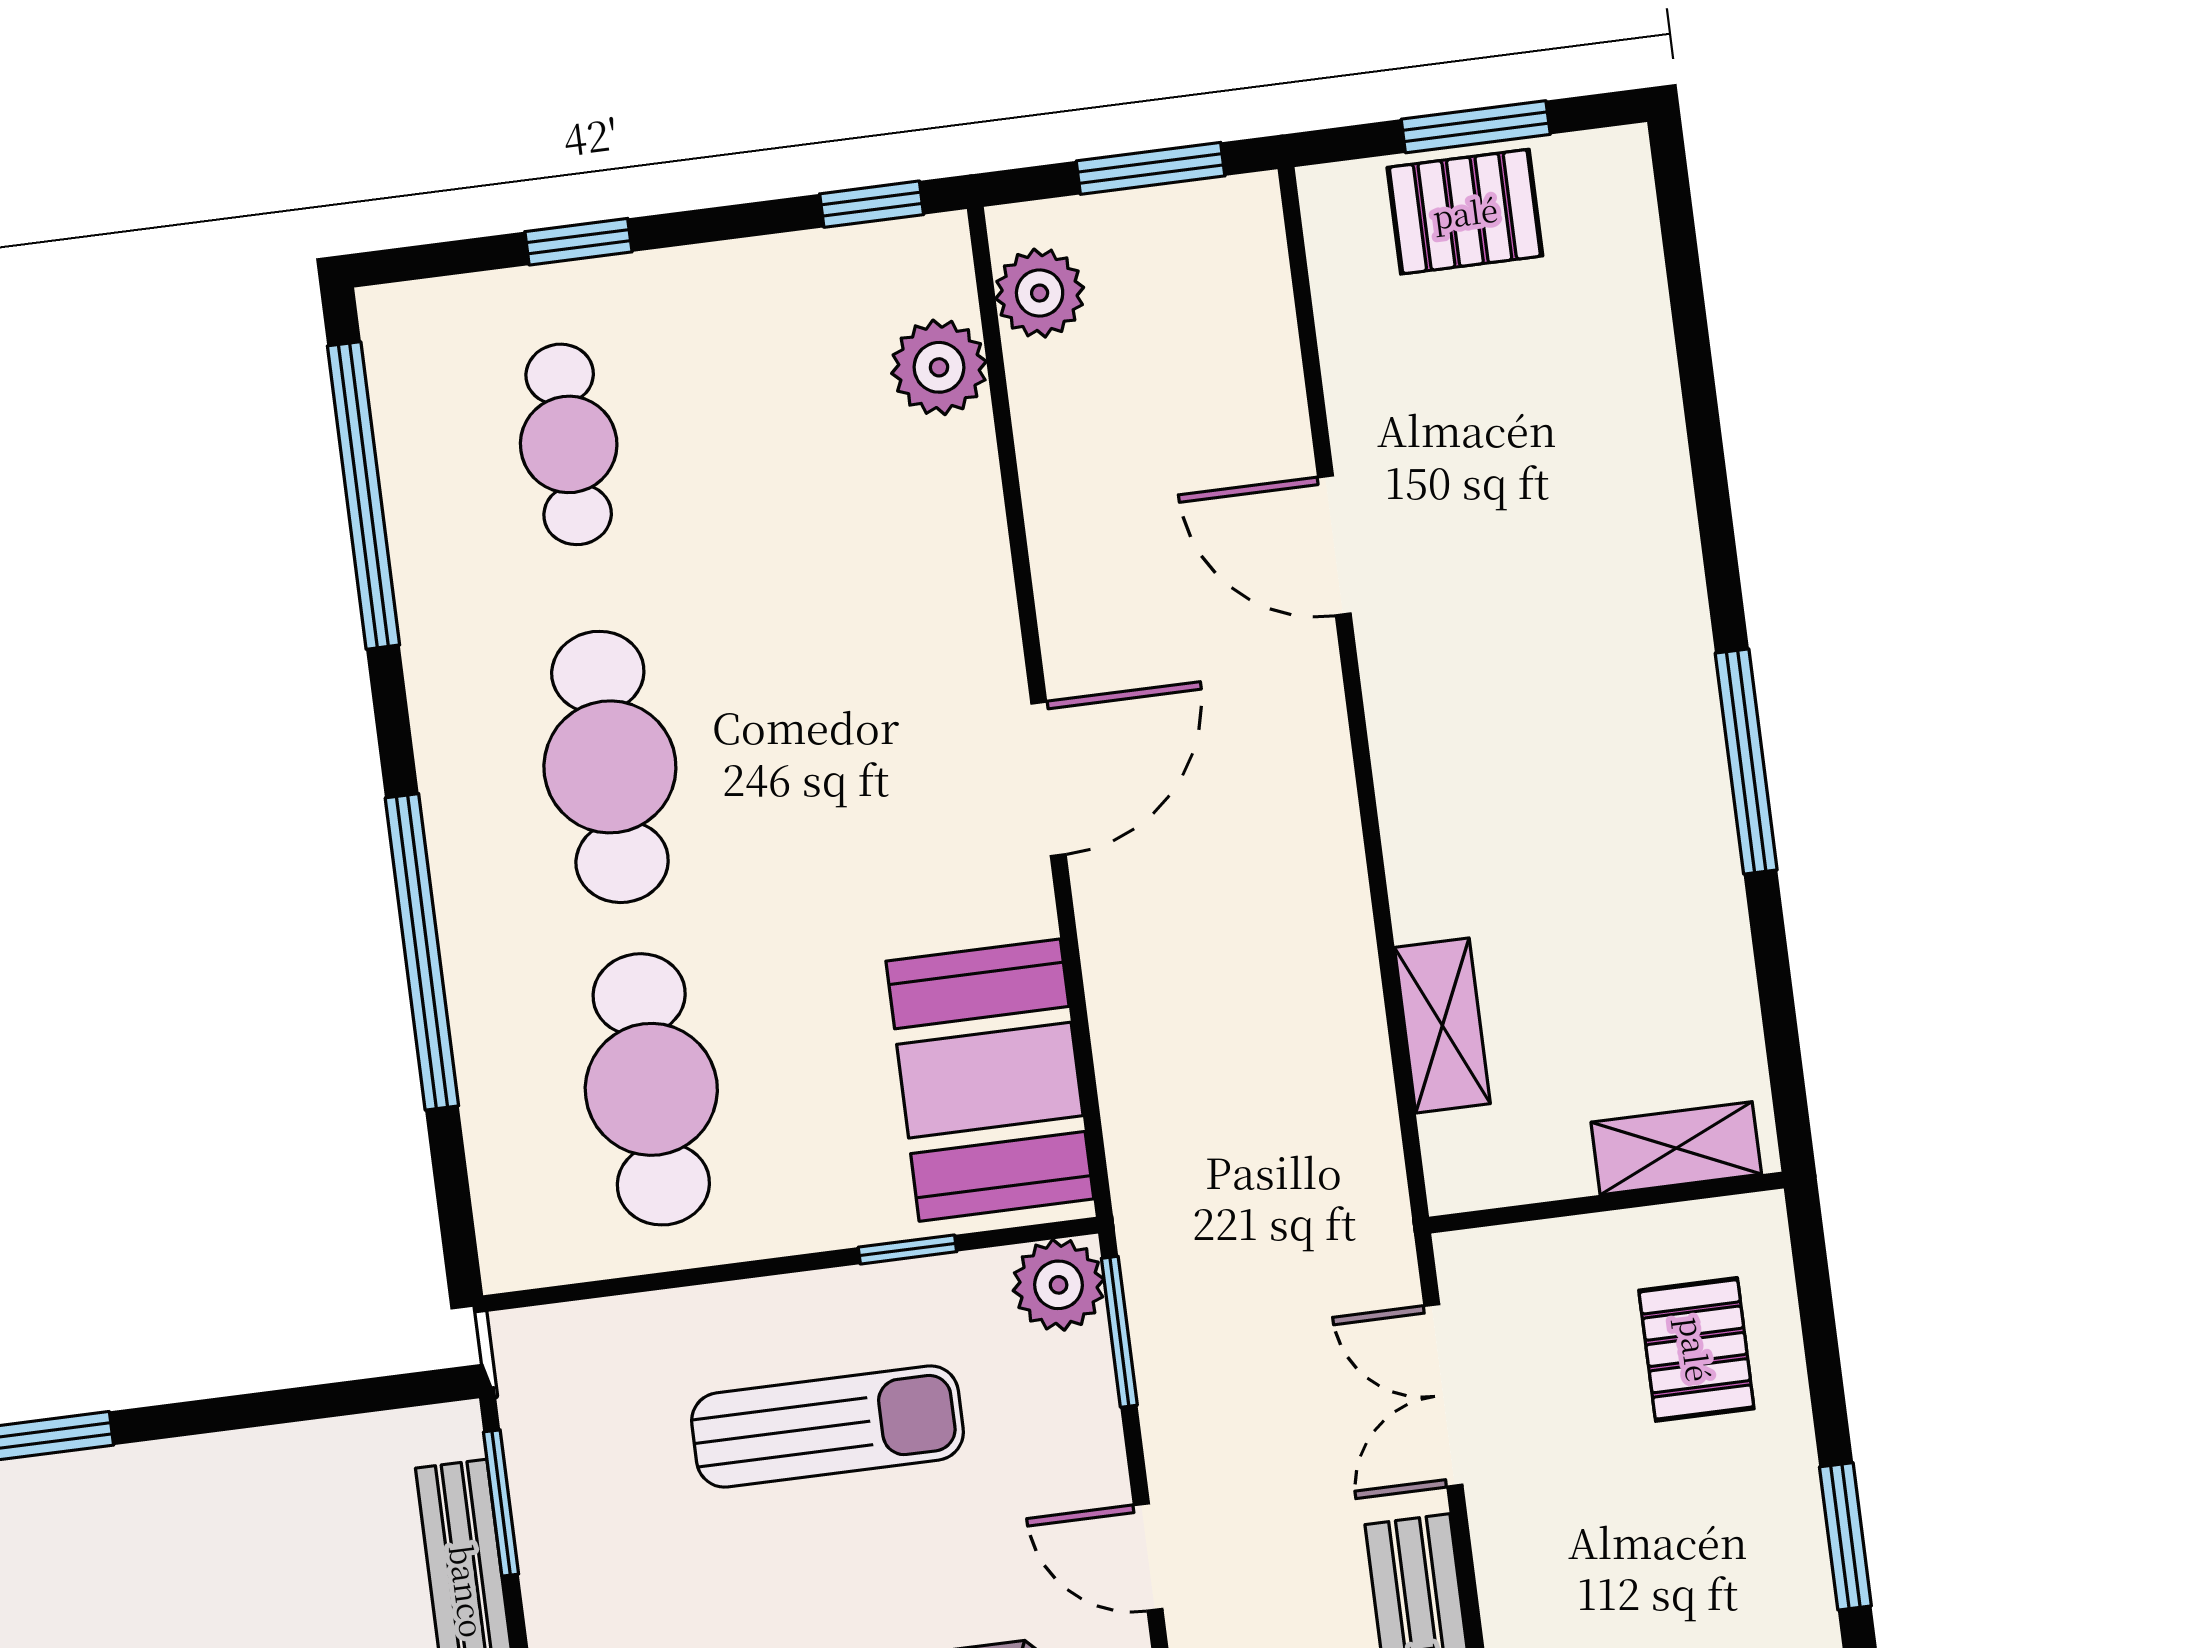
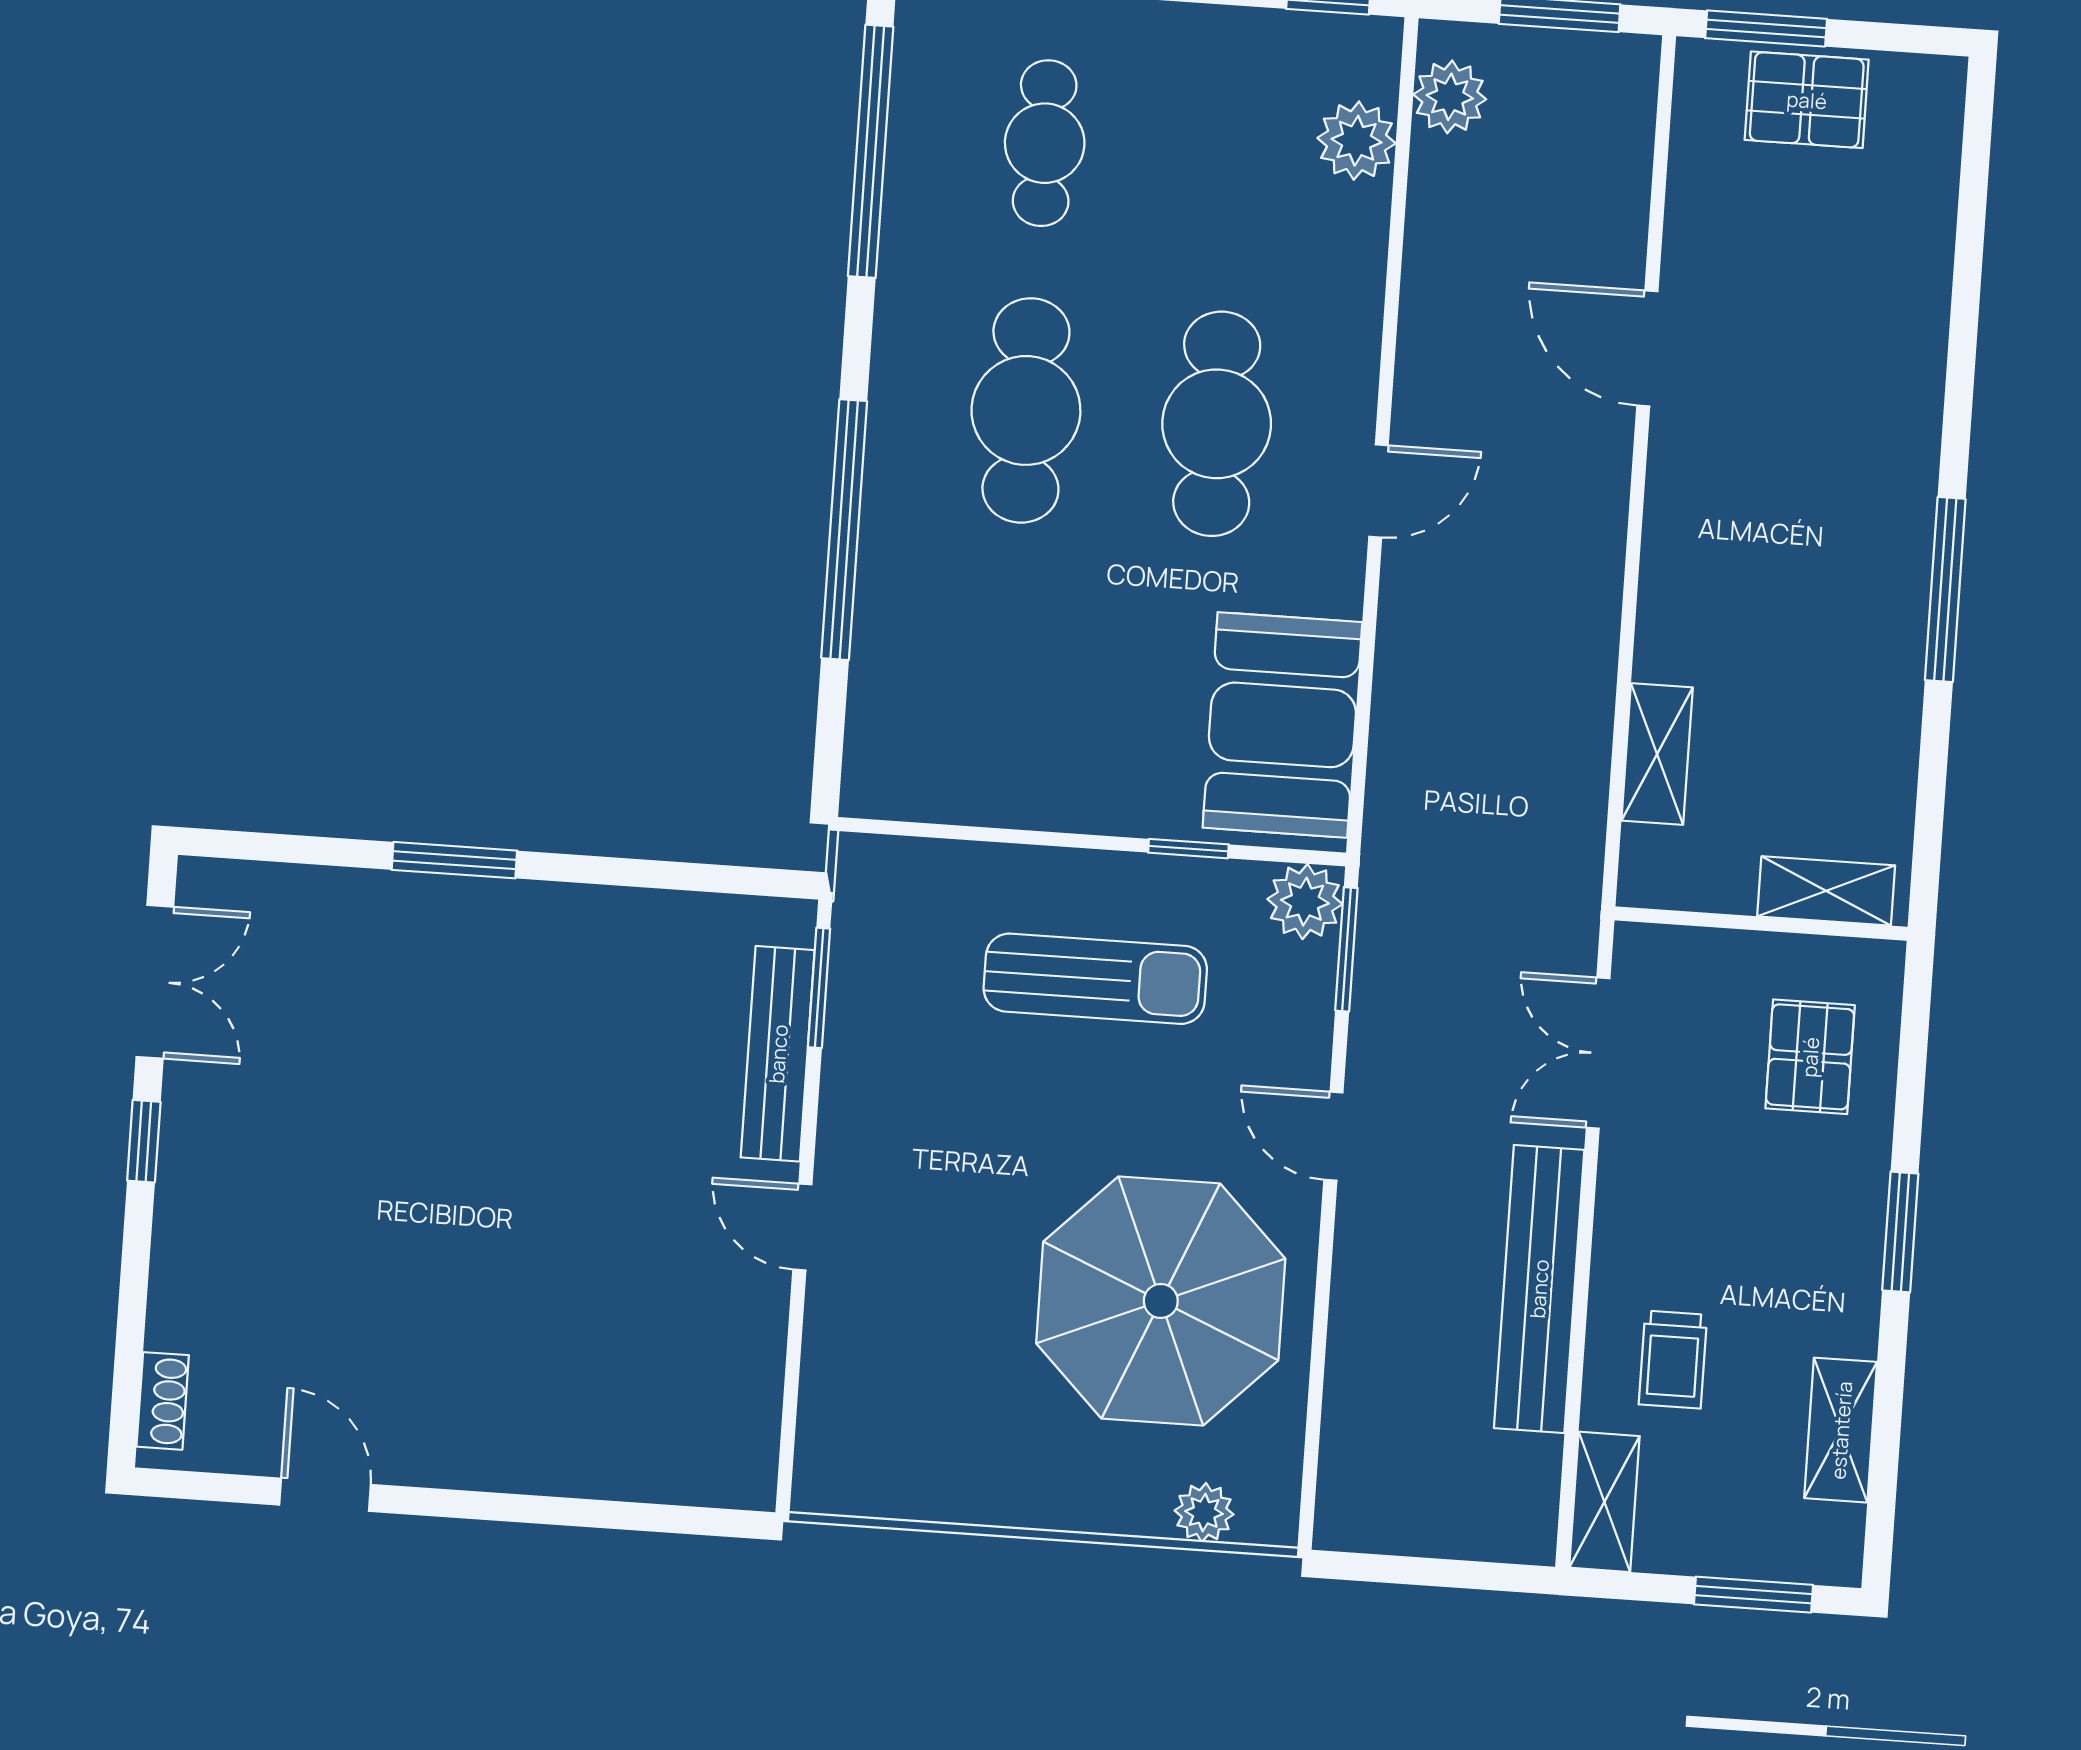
window: (1476, 127) -> (1766, 28), moved
door: (1048, 779) -> (1378, 491), width x0.73
cafe table: (651, 1089) -> (1217, 424), moved

